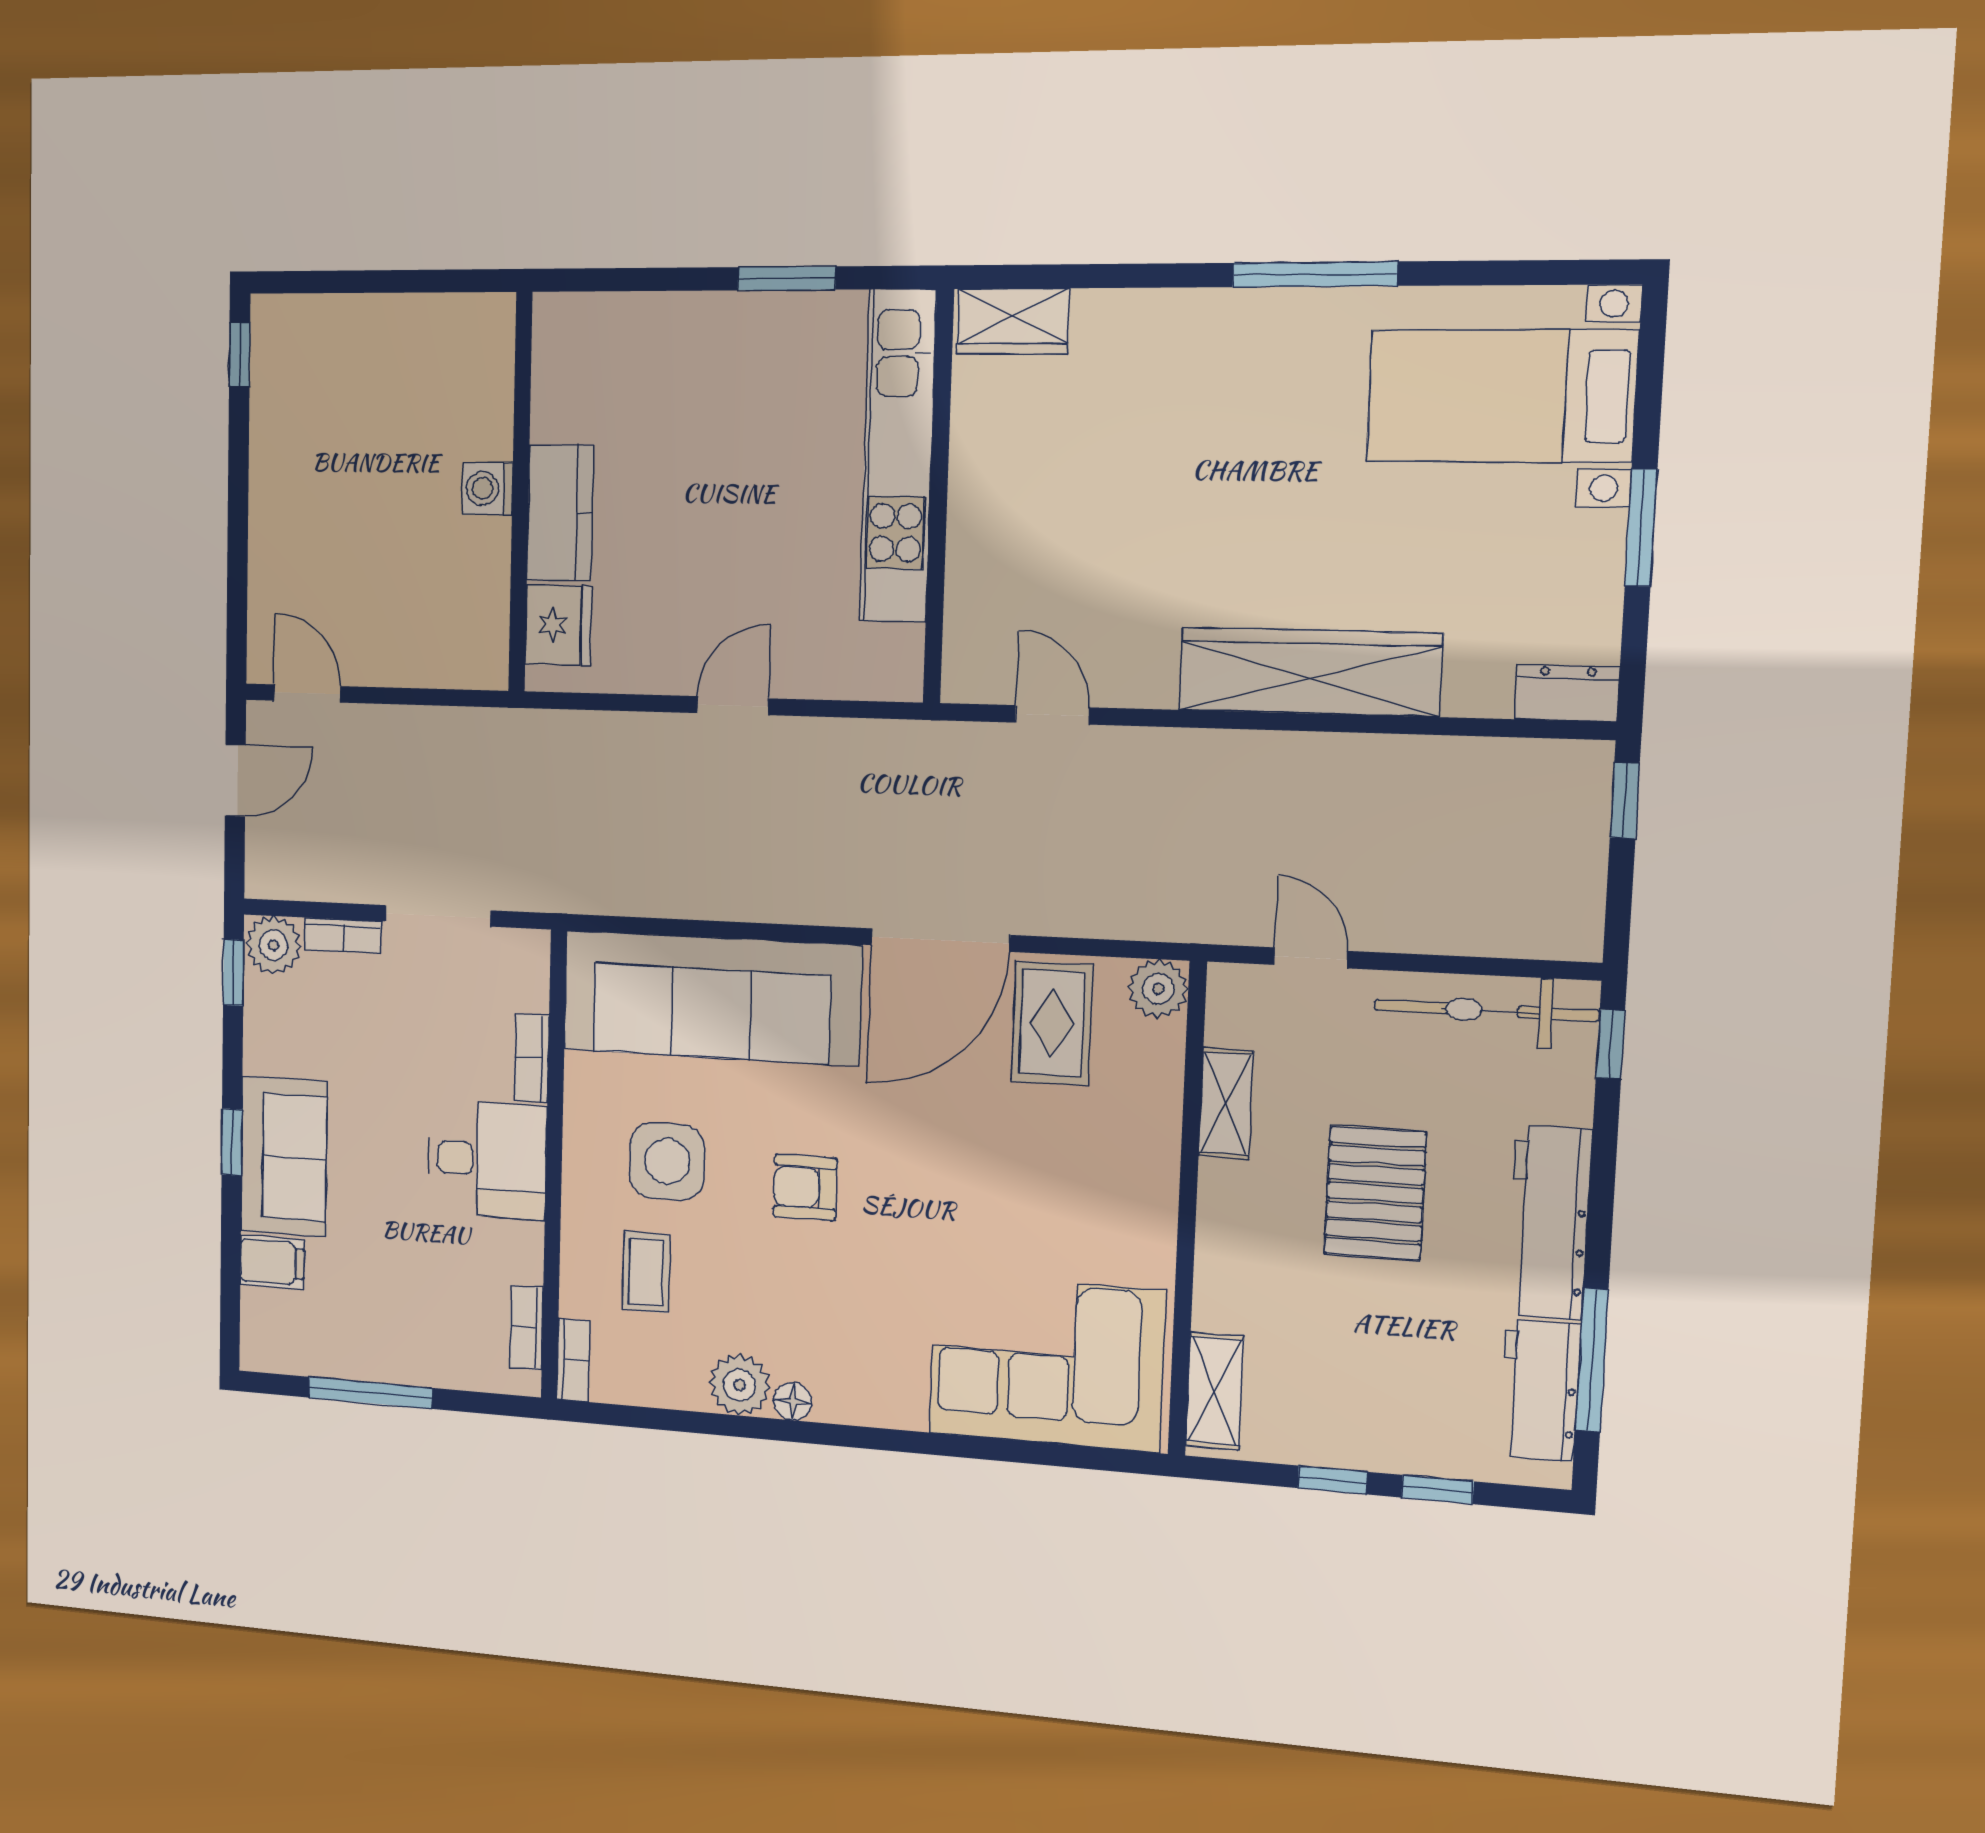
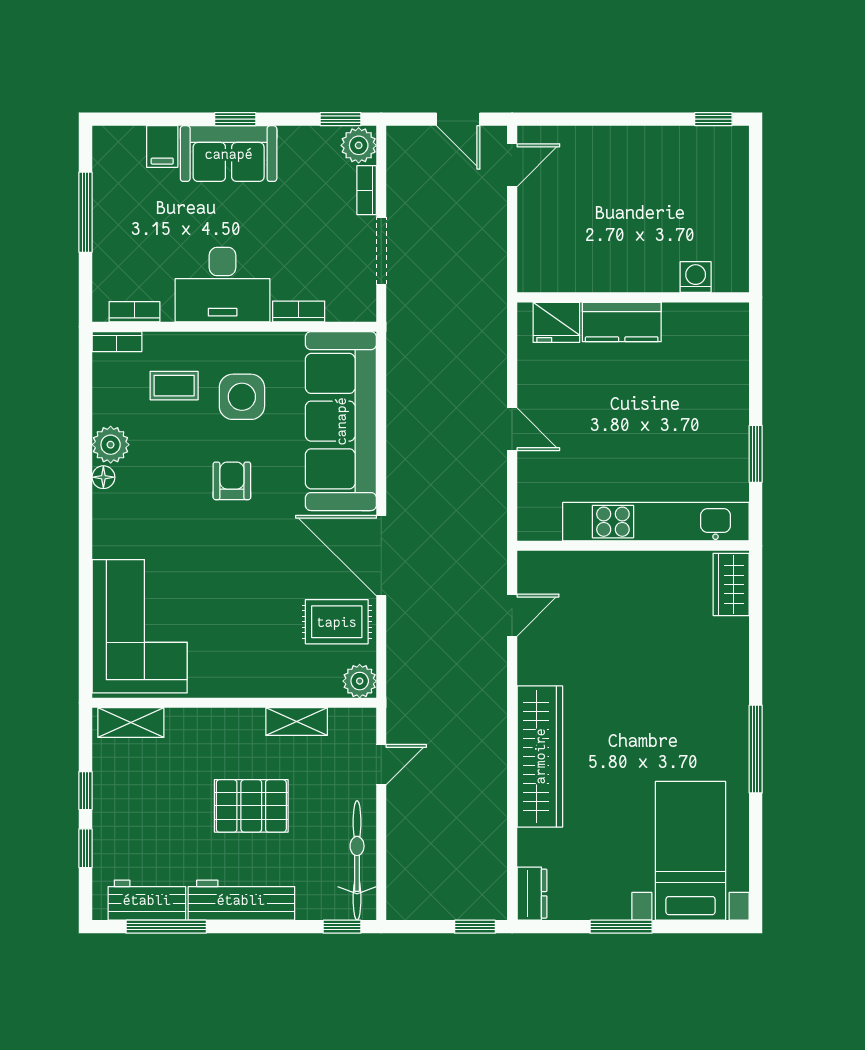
washing machine: (488, 489) -> (696, 277), moved
desk: (487, 1160) -> (223, 285), width x1.37

